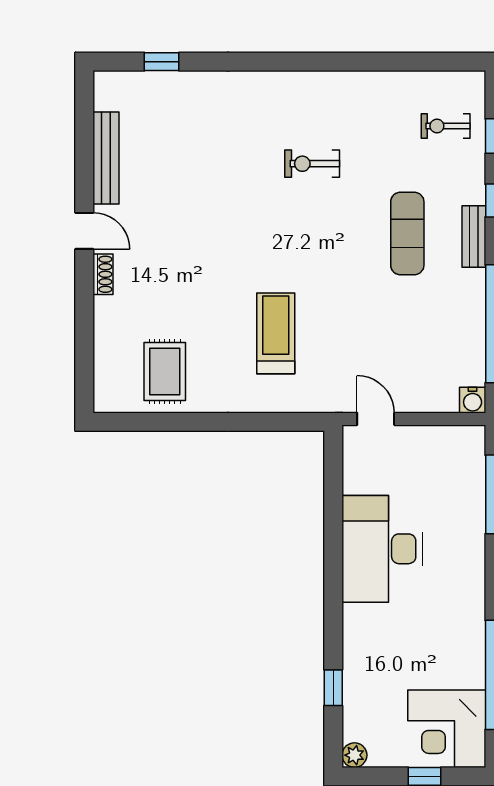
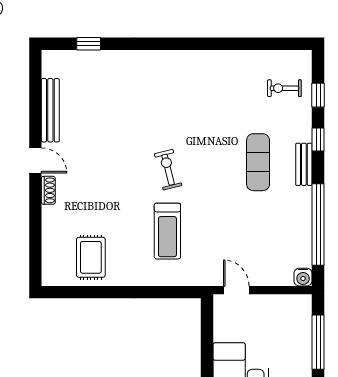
exercise bike: (312, 164) -> (168, 170), moved, turned 76
treadmill: (276, 333) -> (167, 231), turned 180

